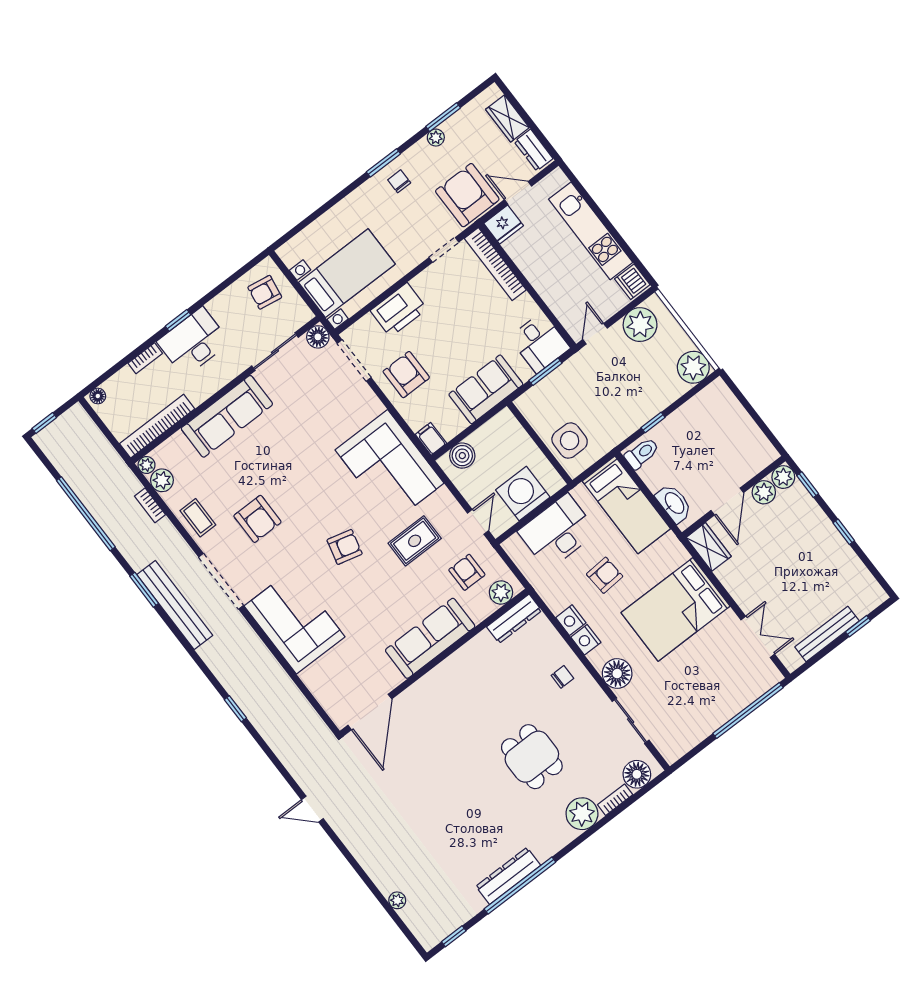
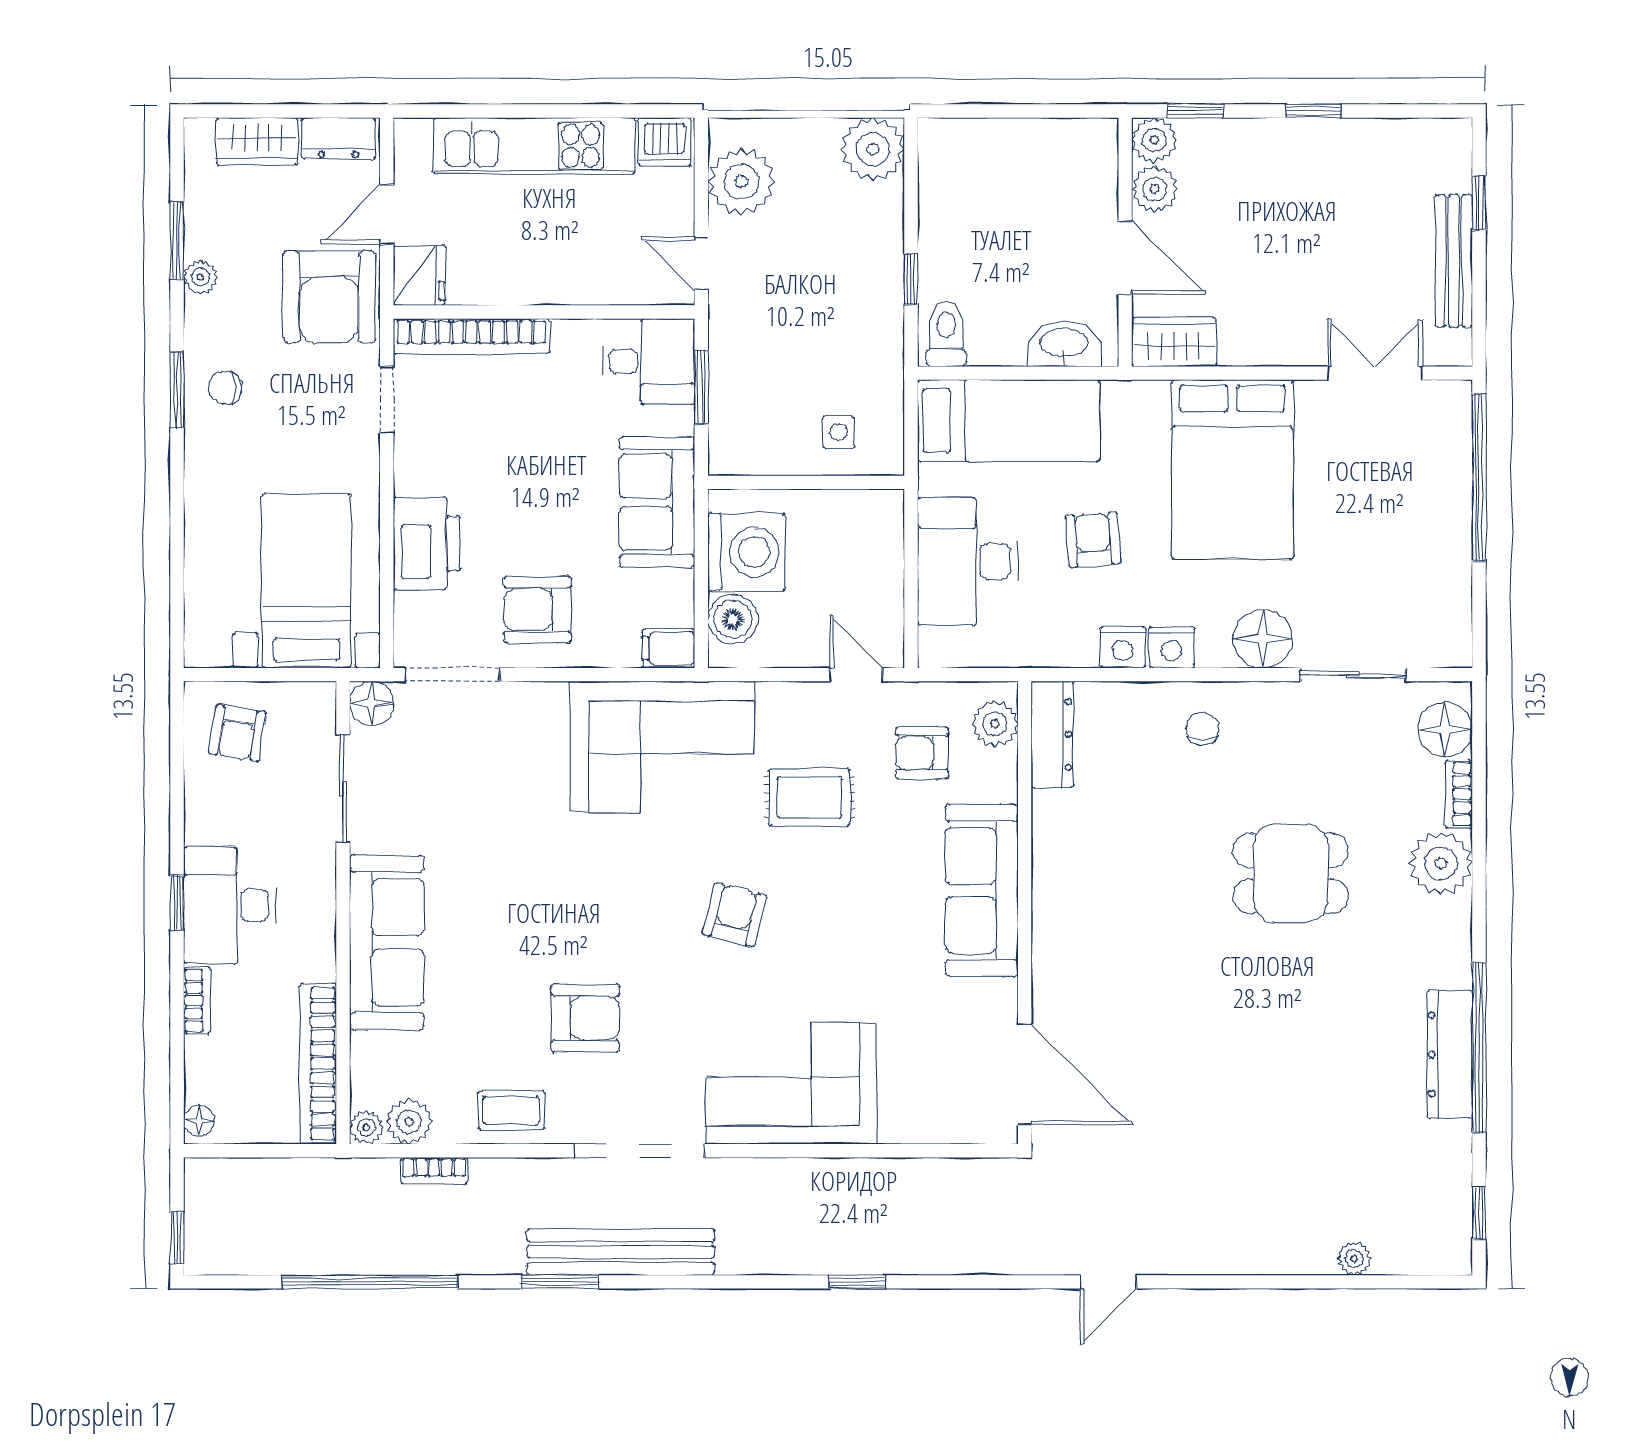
armchair: (467, 195) -> (329, 297), turned -90
side table: (570, 441) -> (839, 432), width x0.54, depth x0.54
washing machine: (523, 494) -> (747, 552), moved, turned 180
rug: (415, 541) -> (809, 797), turned 90

